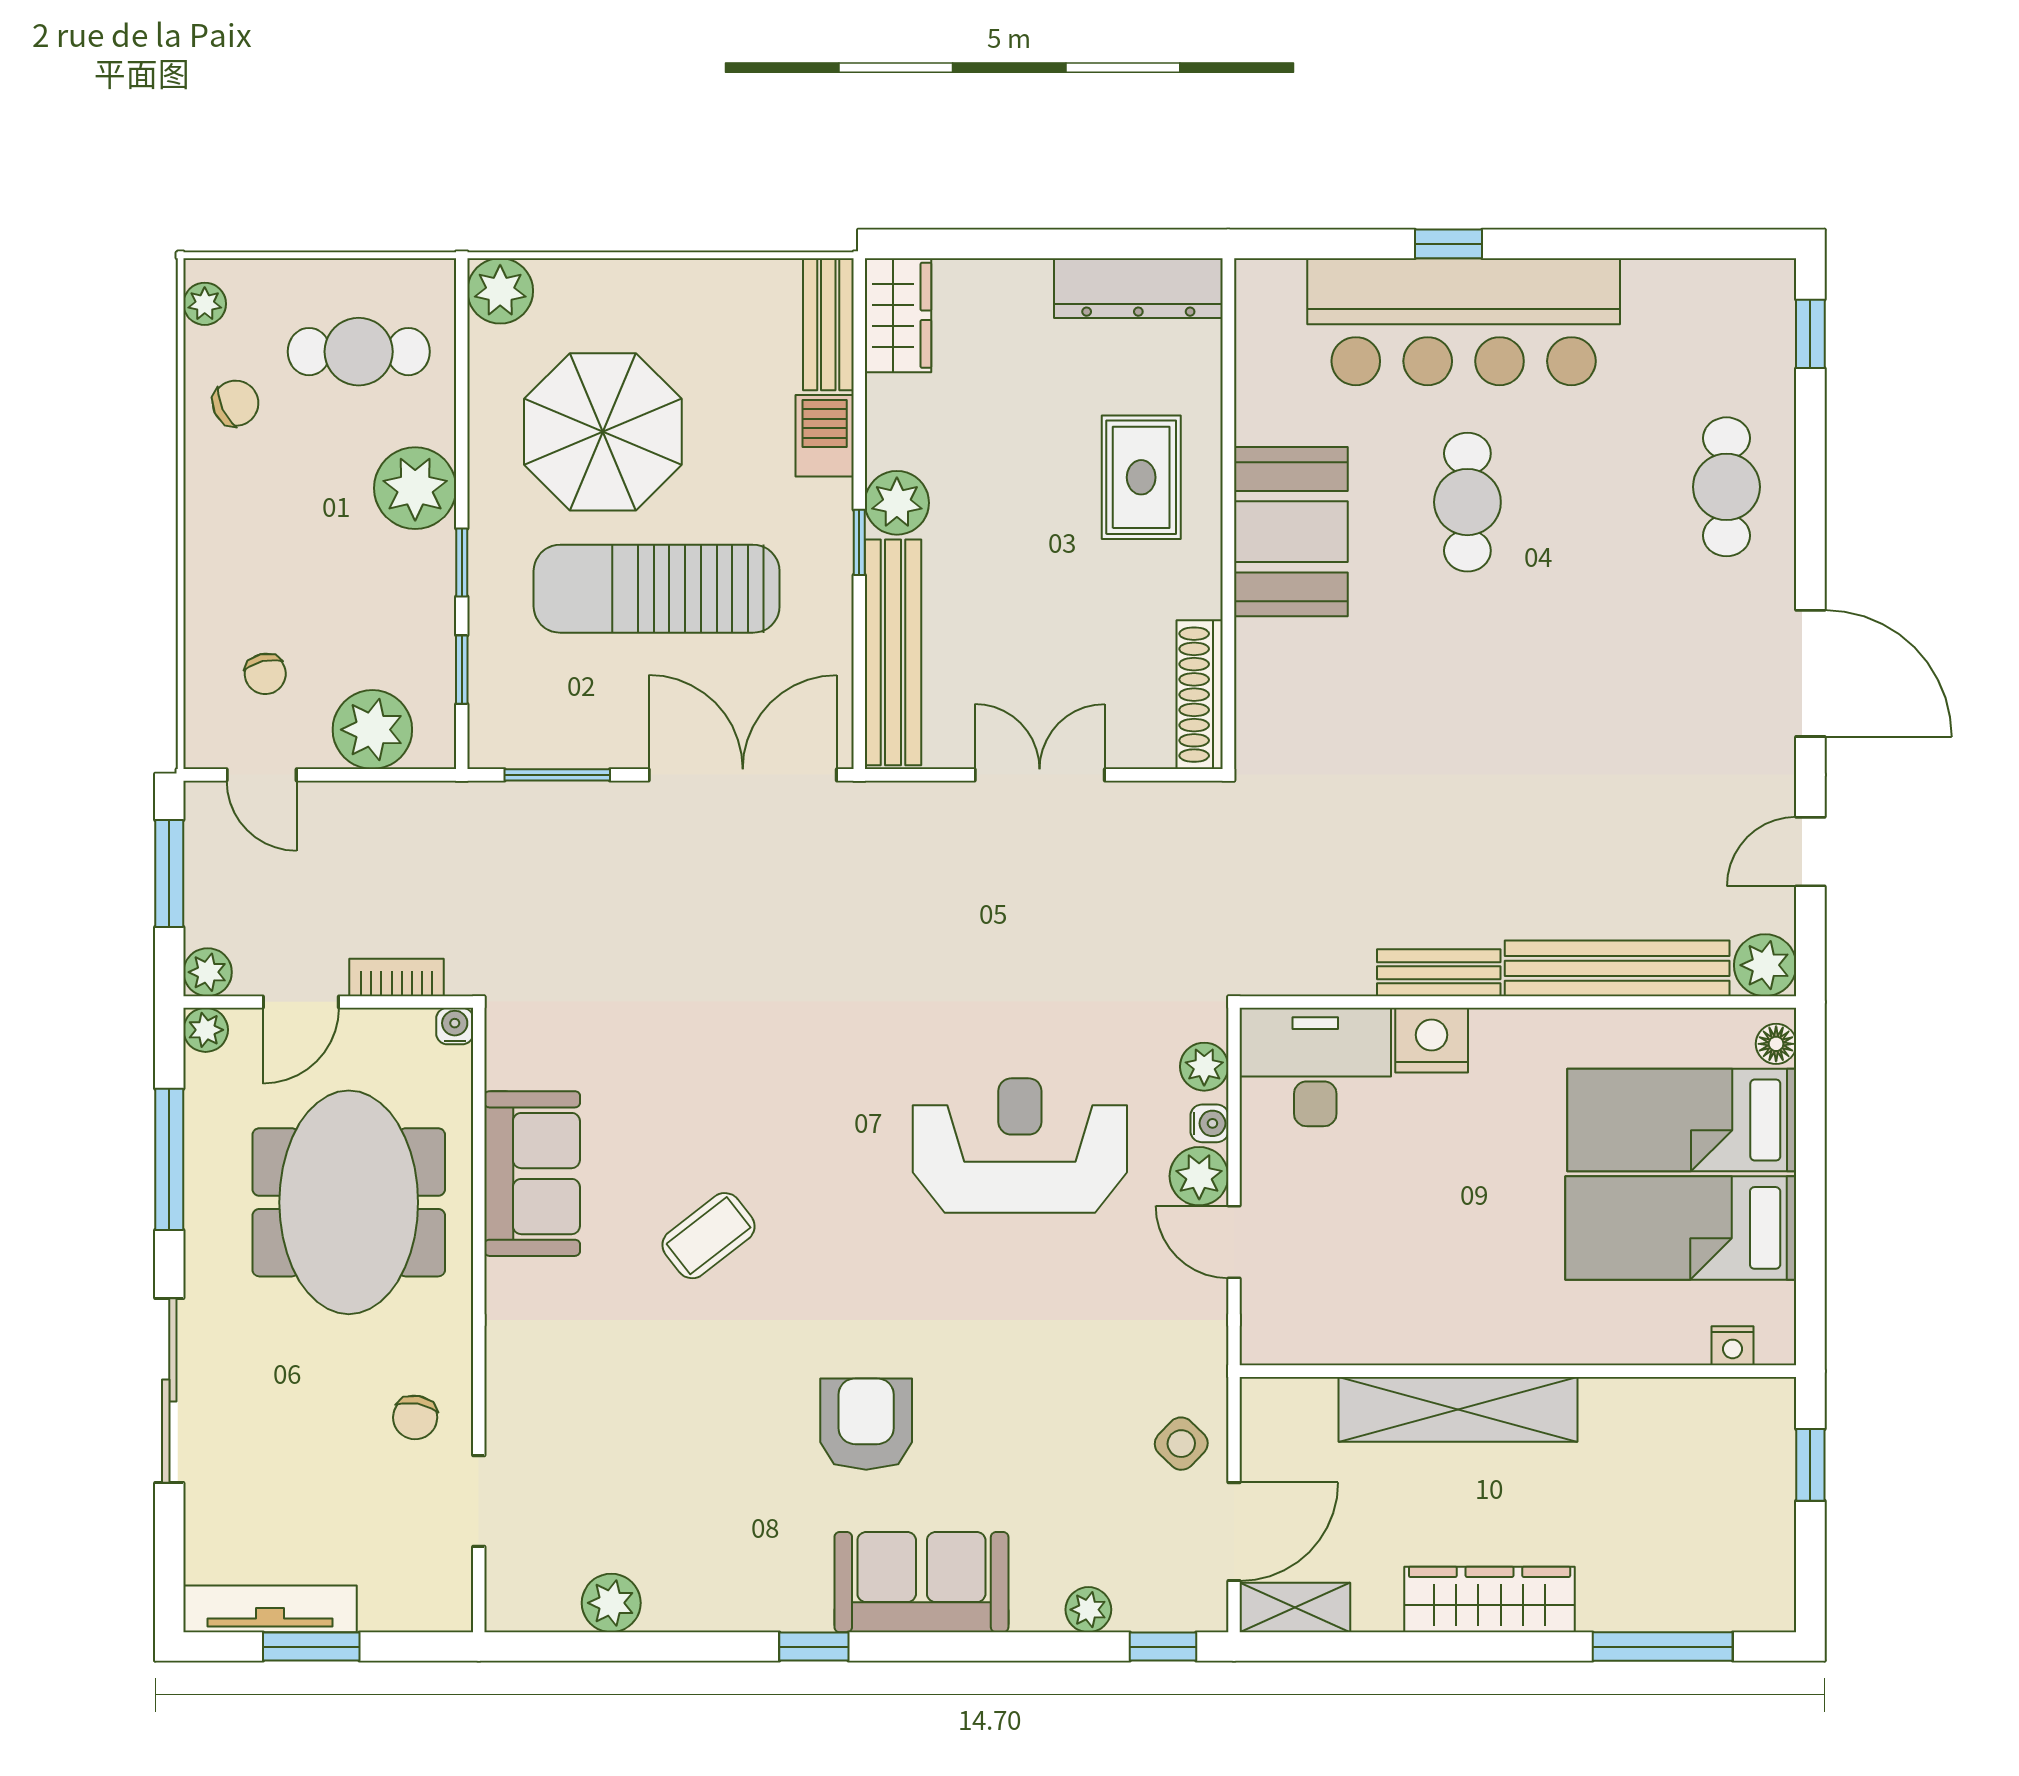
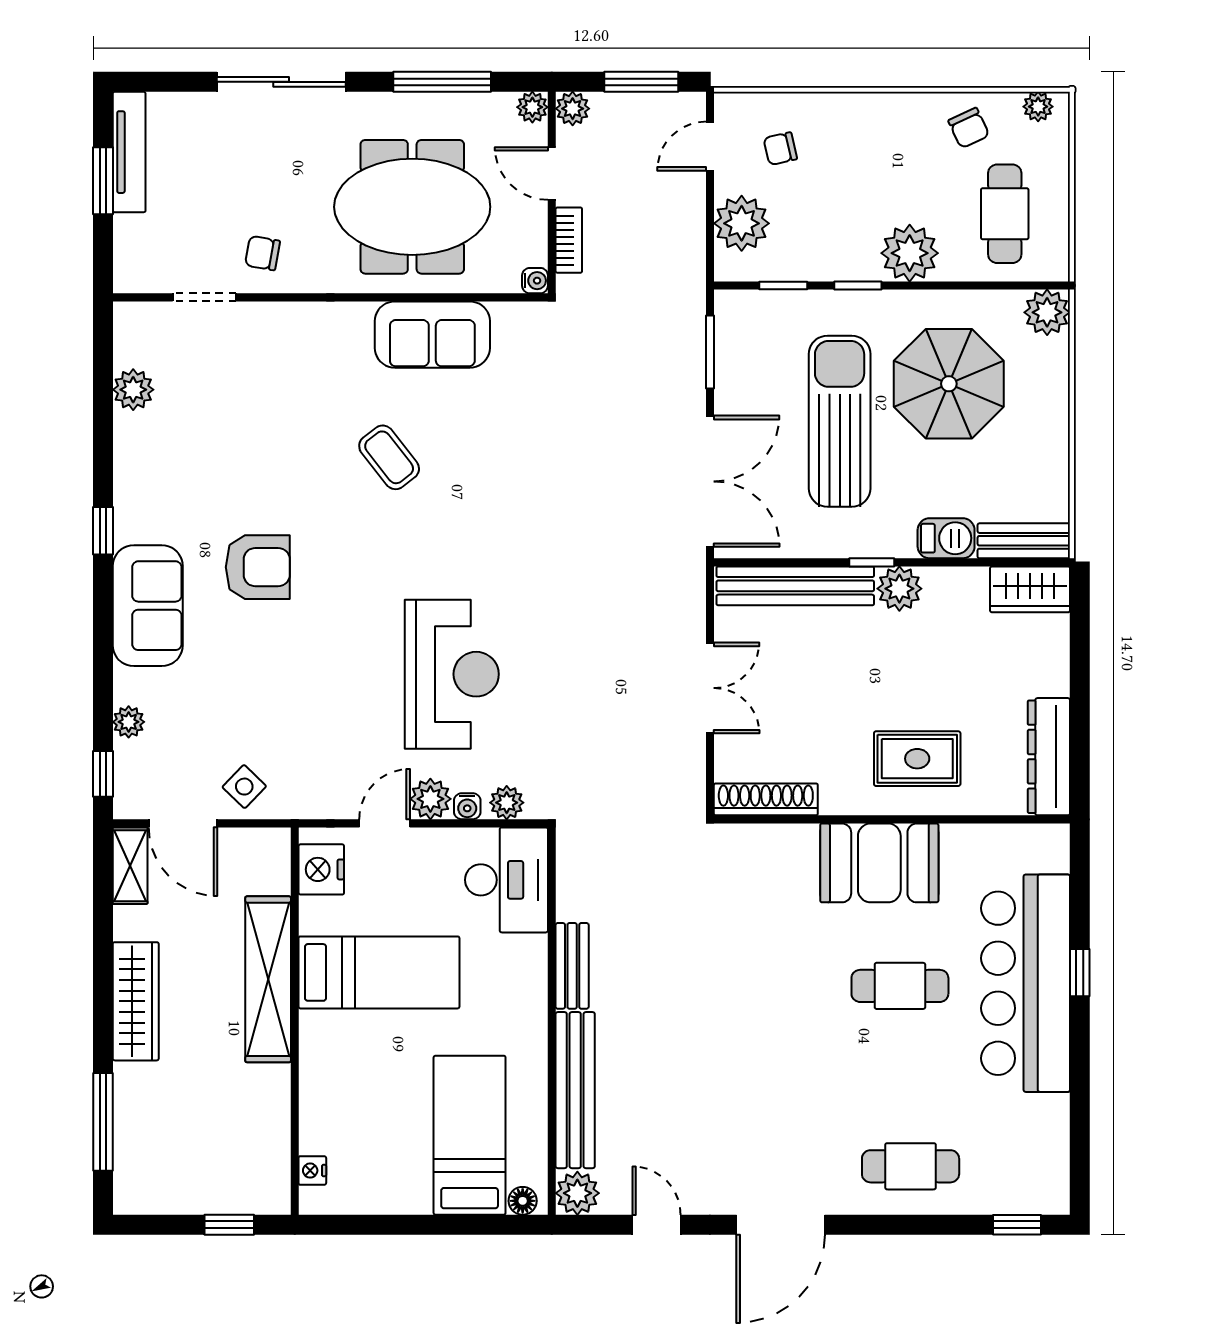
nightstand: (1432, 1040) -> (321, 869), moved, turned 180
bed: (1681, 1228) -> (379, 972), moved, turned 90

